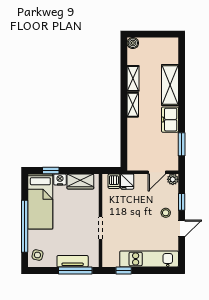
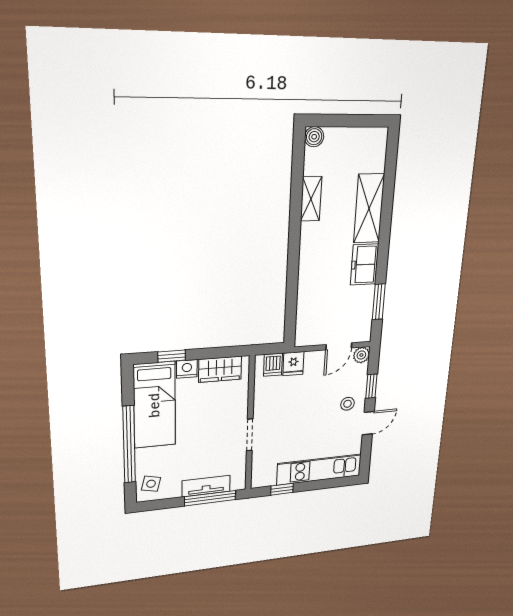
shelving: (133, 105) -> (308, 243), removed

